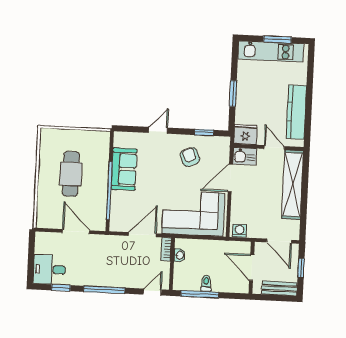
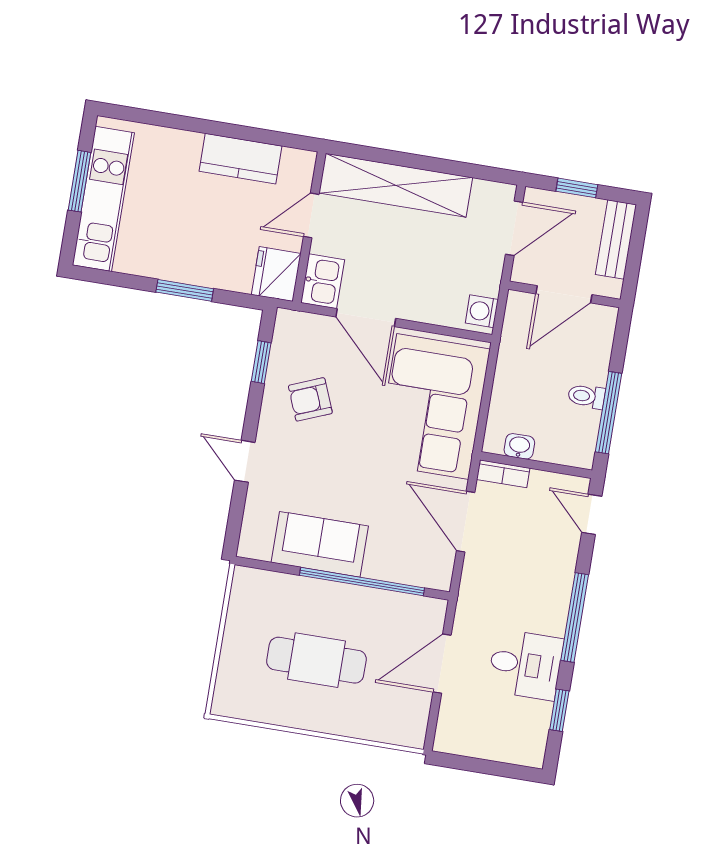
kitchen counter: (296, 112) -> (241, 159), width x0.67
desk: (49, 269) -> (525, 665), moved, turned -90

